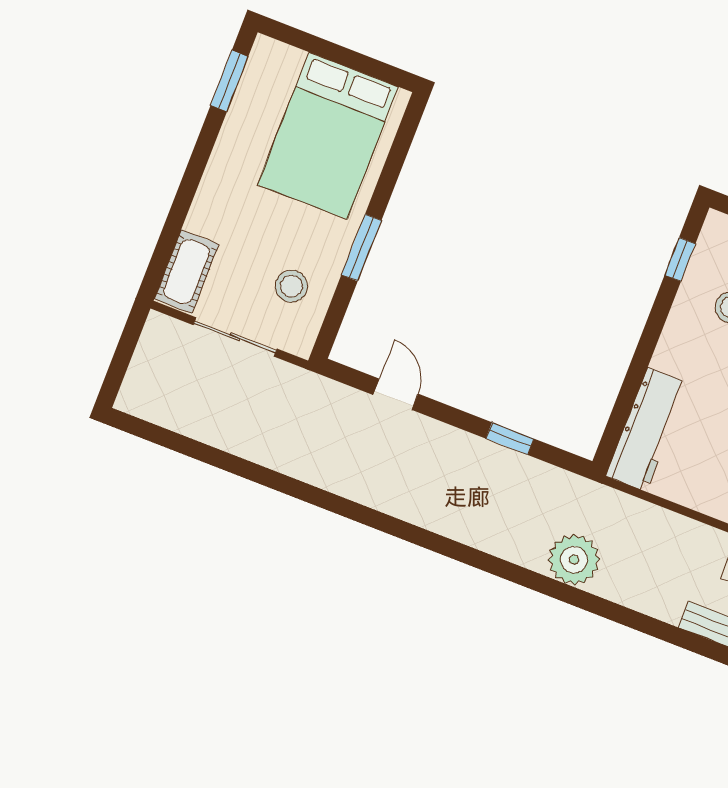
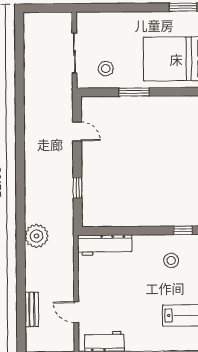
cot: (187, 272) -> (94, 21), removed
door: (395, 394) -> (77, 131), hinge flipped

